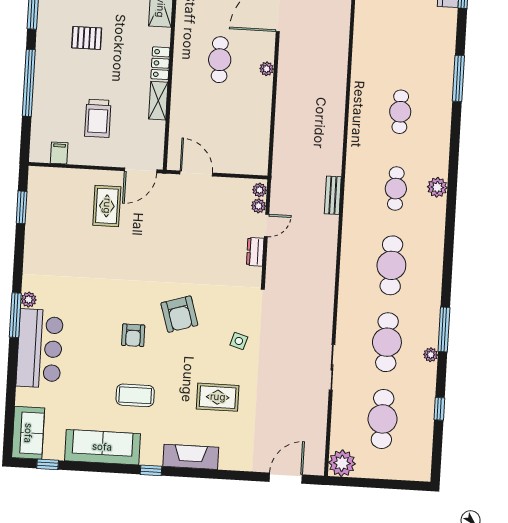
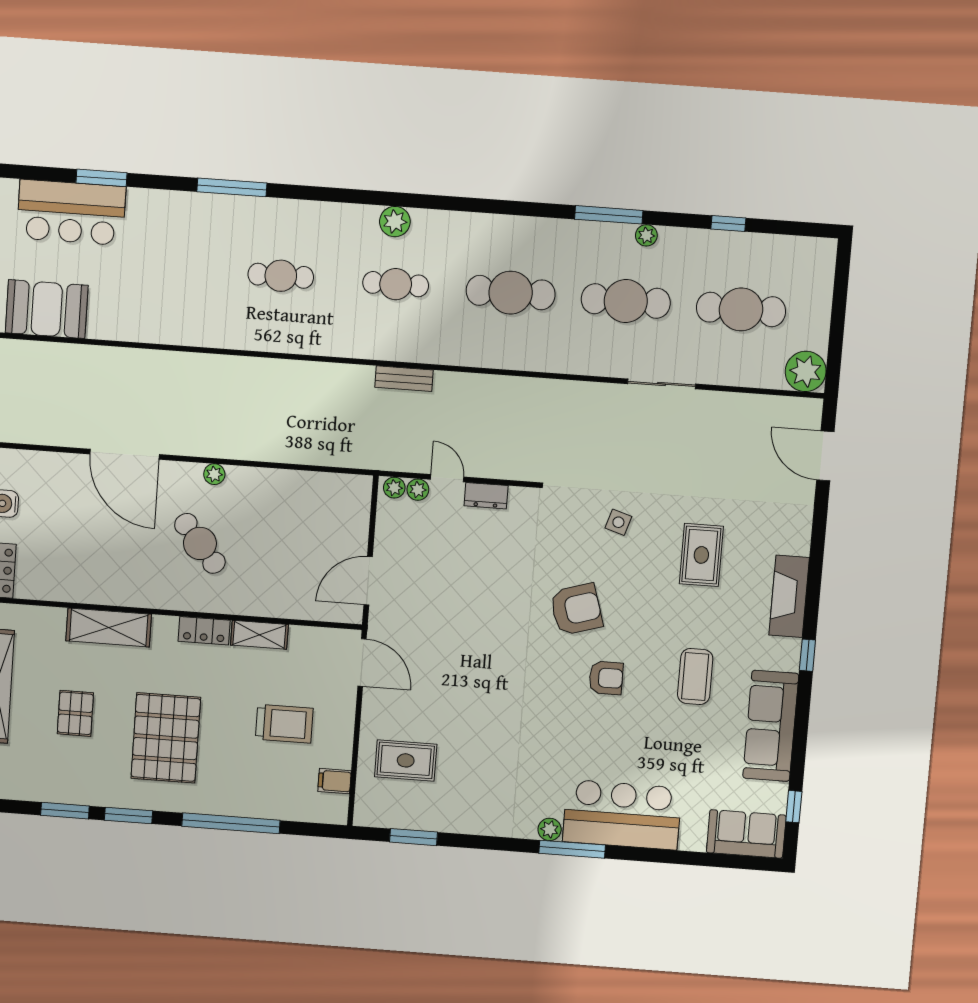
pallet: (87, 38) -> (166, 738), width x2.05, depth x2.00
cafe table: (220, 60) -> (200, 543), turned 51
rug: (107, 206) -> (406, 760), moved

